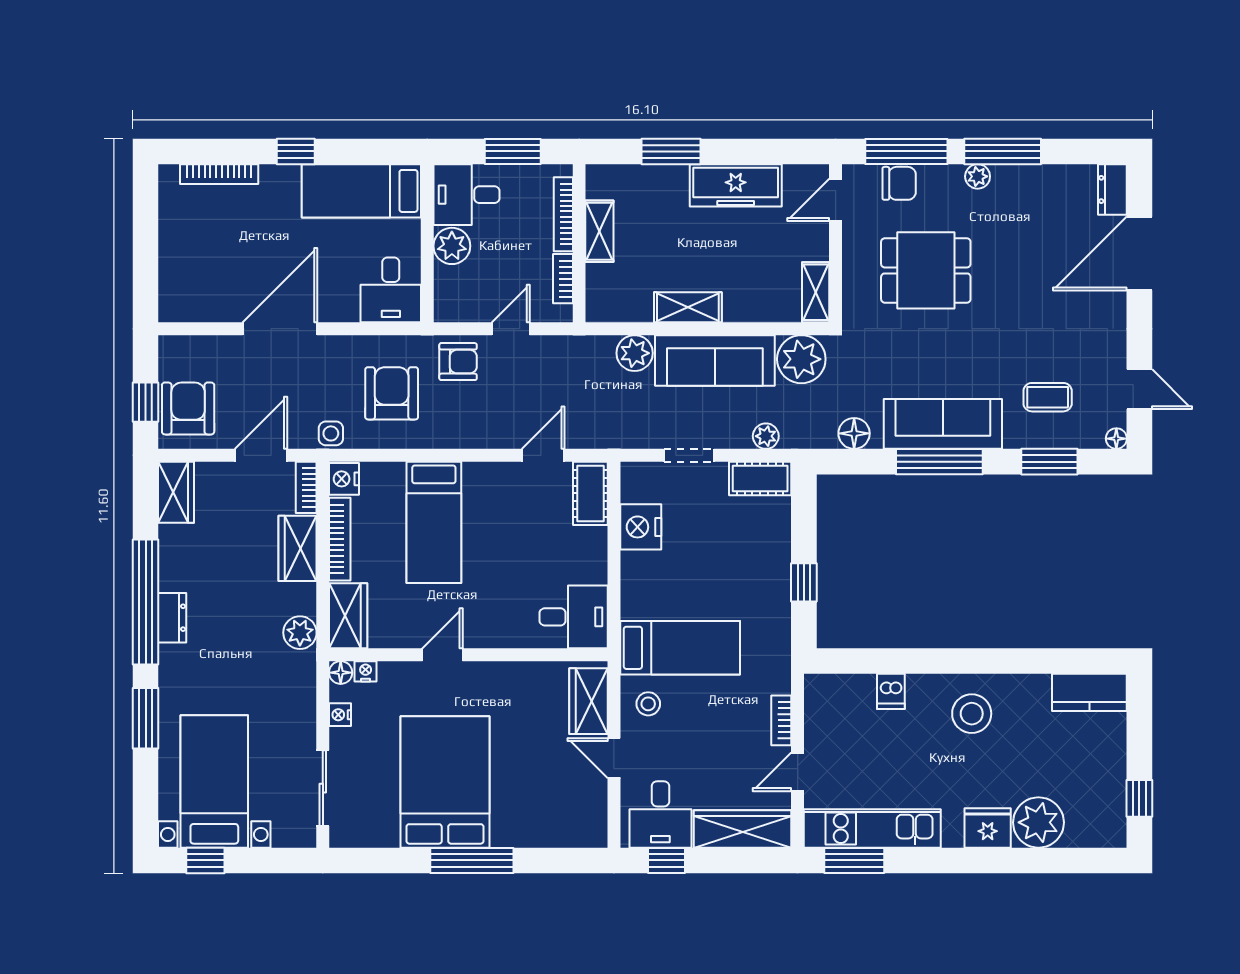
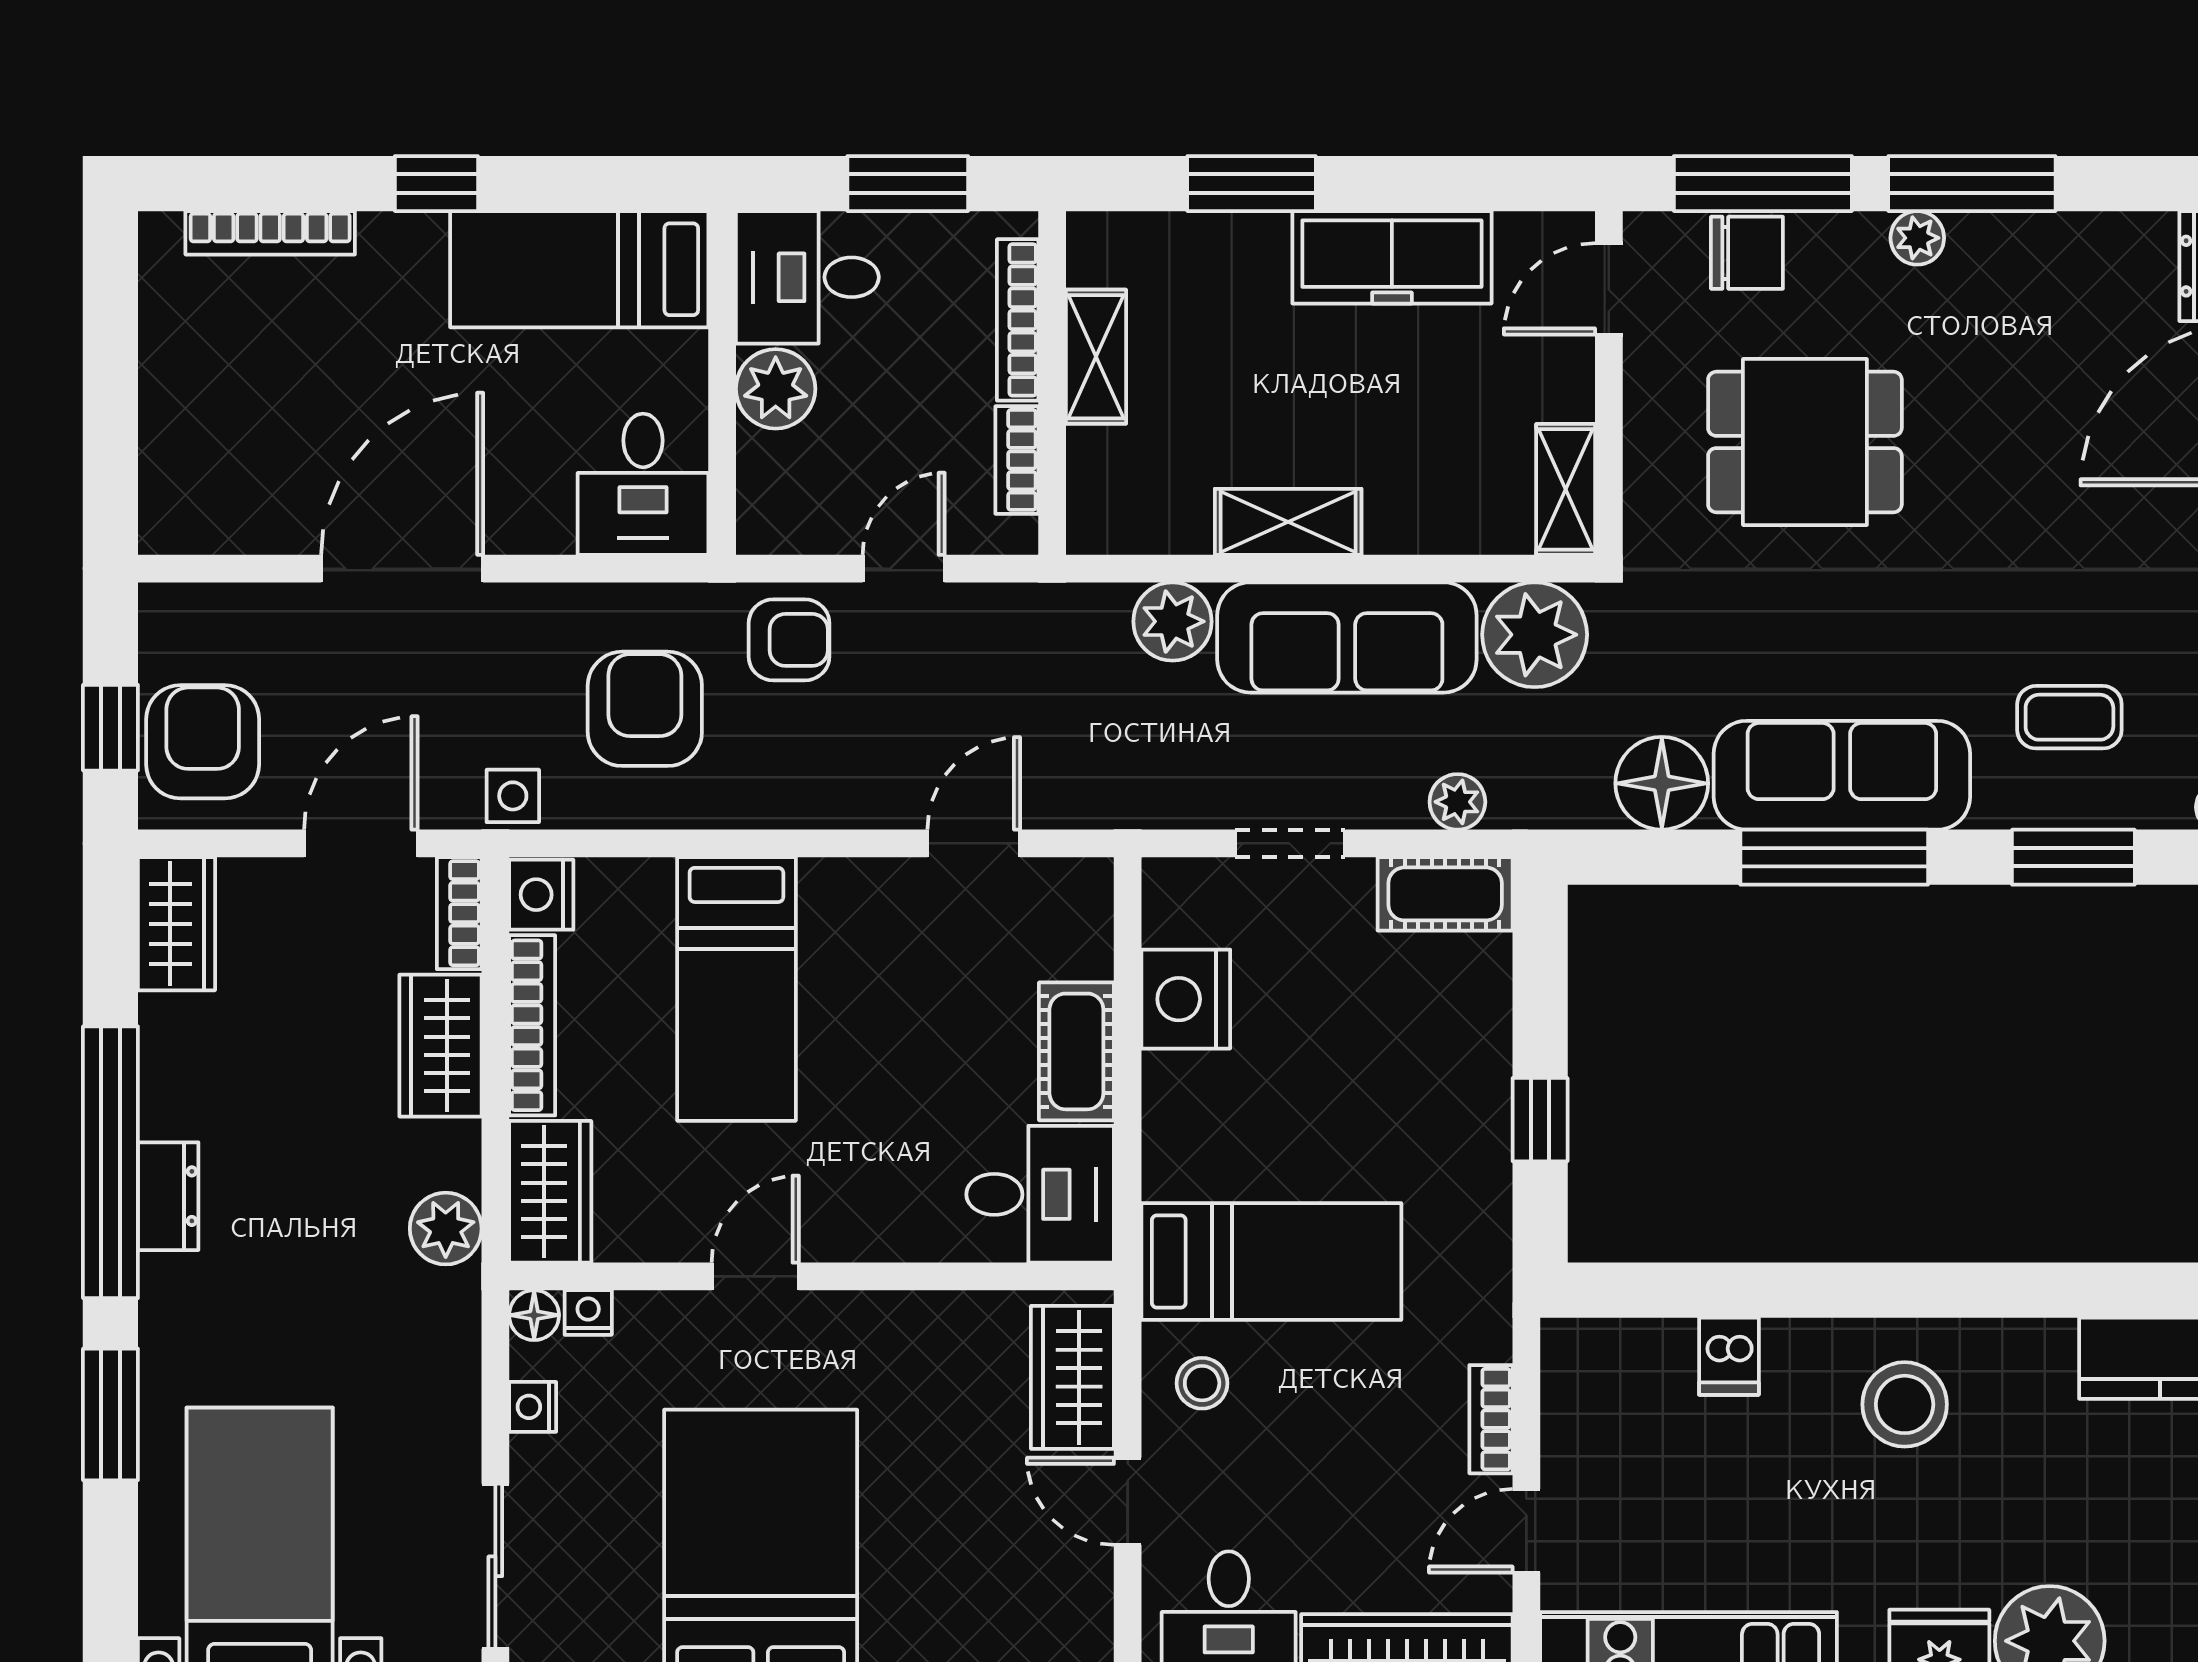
floor lamp: (854, 433) -> (1662, 783), width x1.38, depth x1.38
cot: (590, 493) -> (1076, 1051), moved

